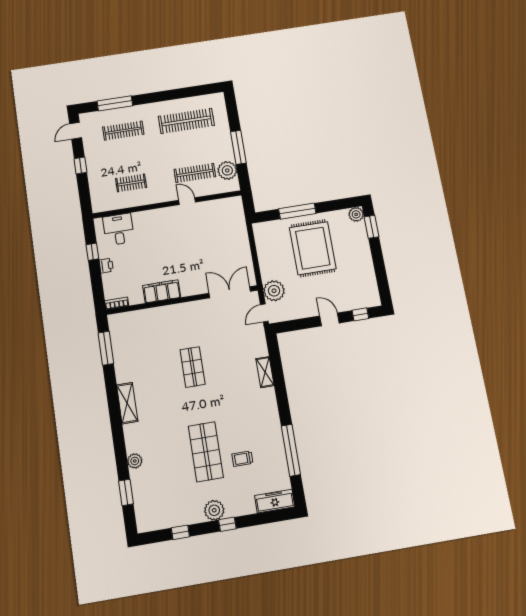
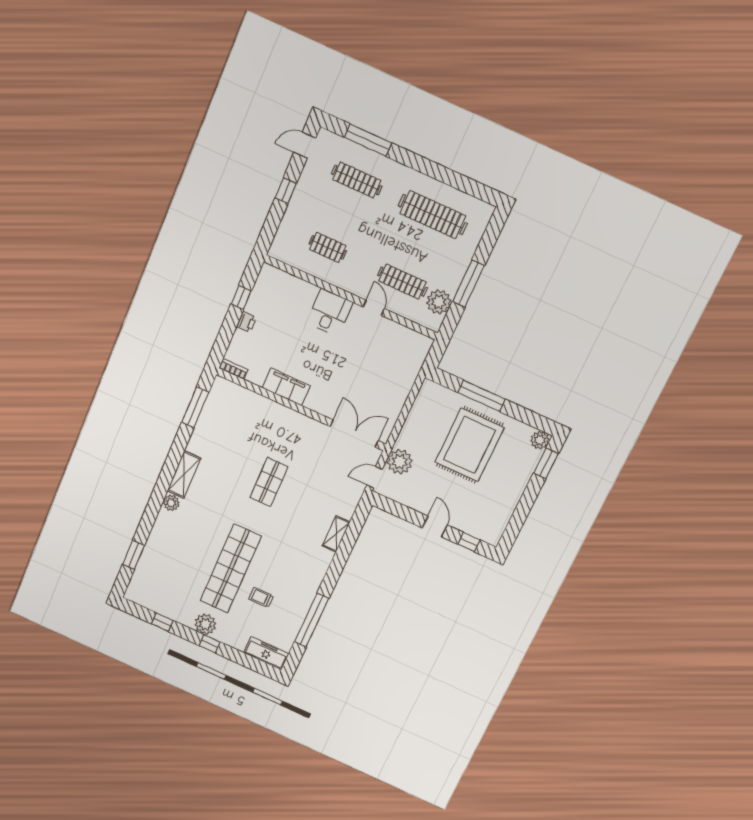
desk: (119, 229) -> (330, 312), moved
shop shelf: (206, 452) -> (231, 569), width x1.40
plant: (135, 461) -> (171, 503), moved

